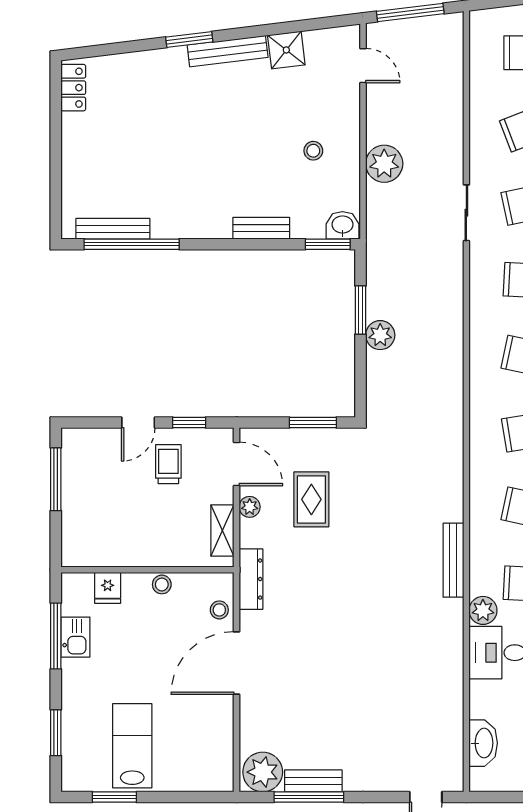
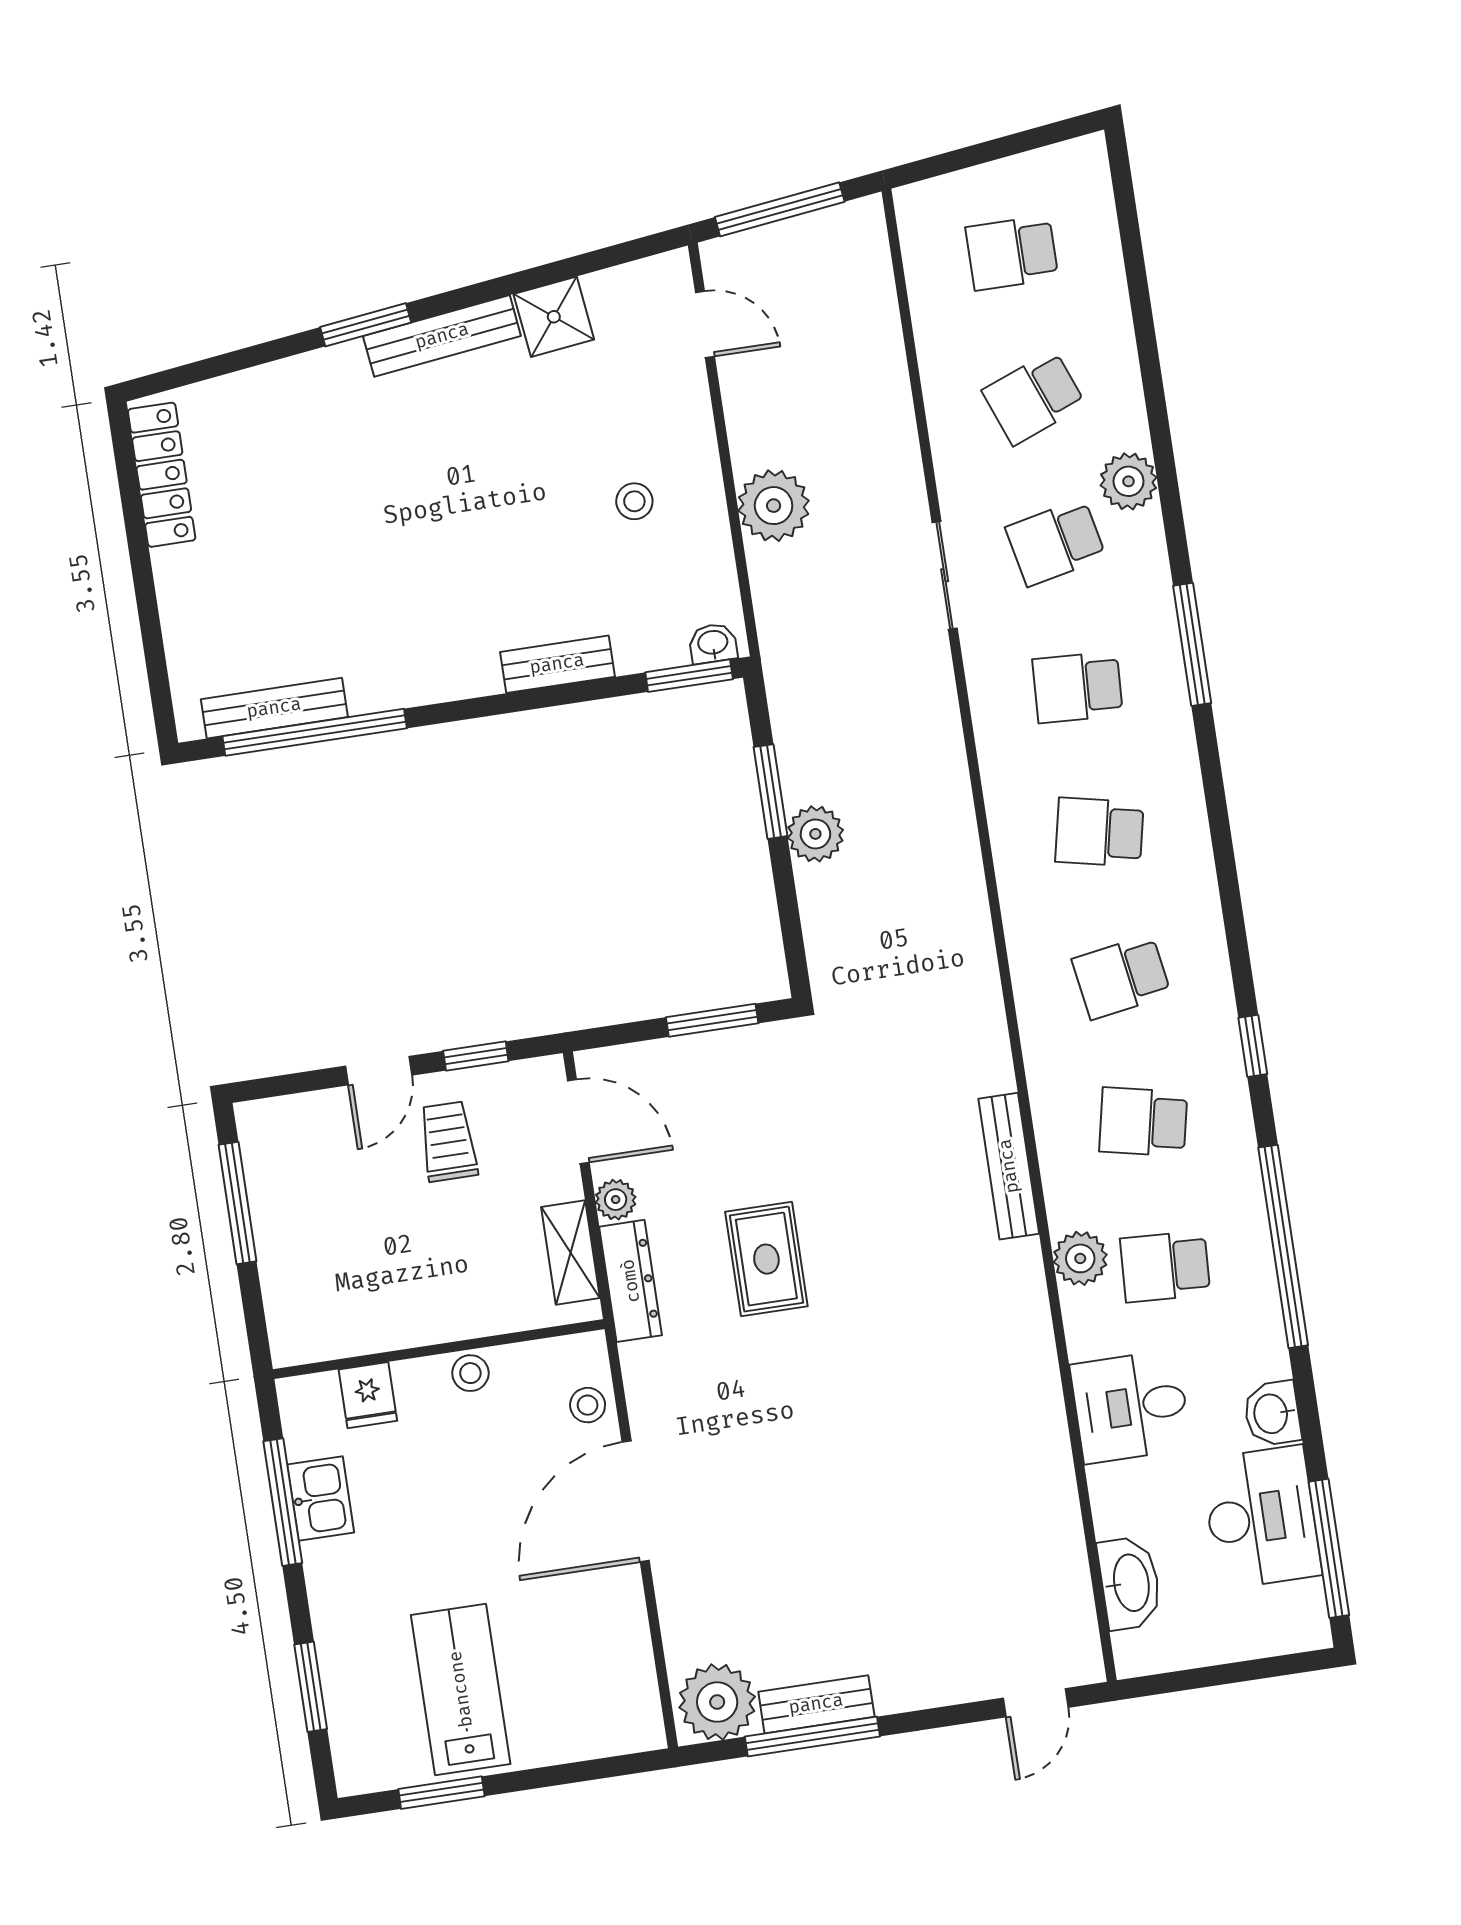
locker: (73, 88) -> (162, 475), width x1.53
washbasin: (342, 225) -> (713, 643), width x0.72, depth x0.69
rug: (311, 499) -> (766, 1259), moved
bench: (453, 560) -> (1009, 1166), moved
dresser: (251, 579) -> (631, 1281), moved
plant: (483, 610) -> (1080, 1258), moved

